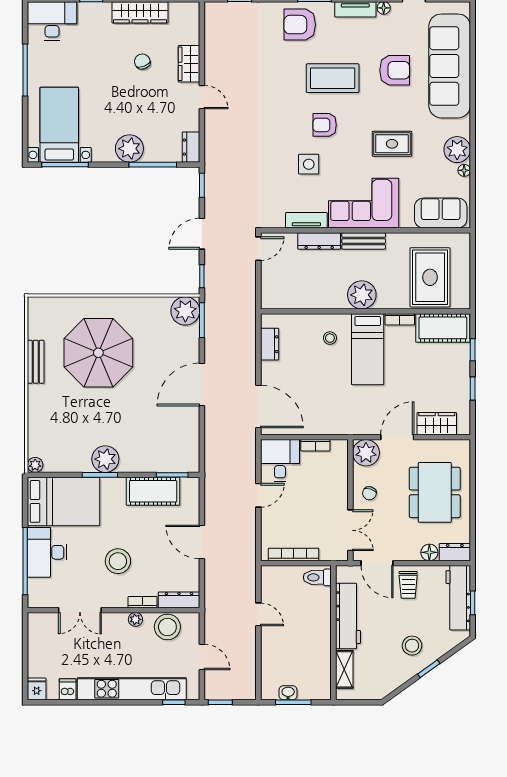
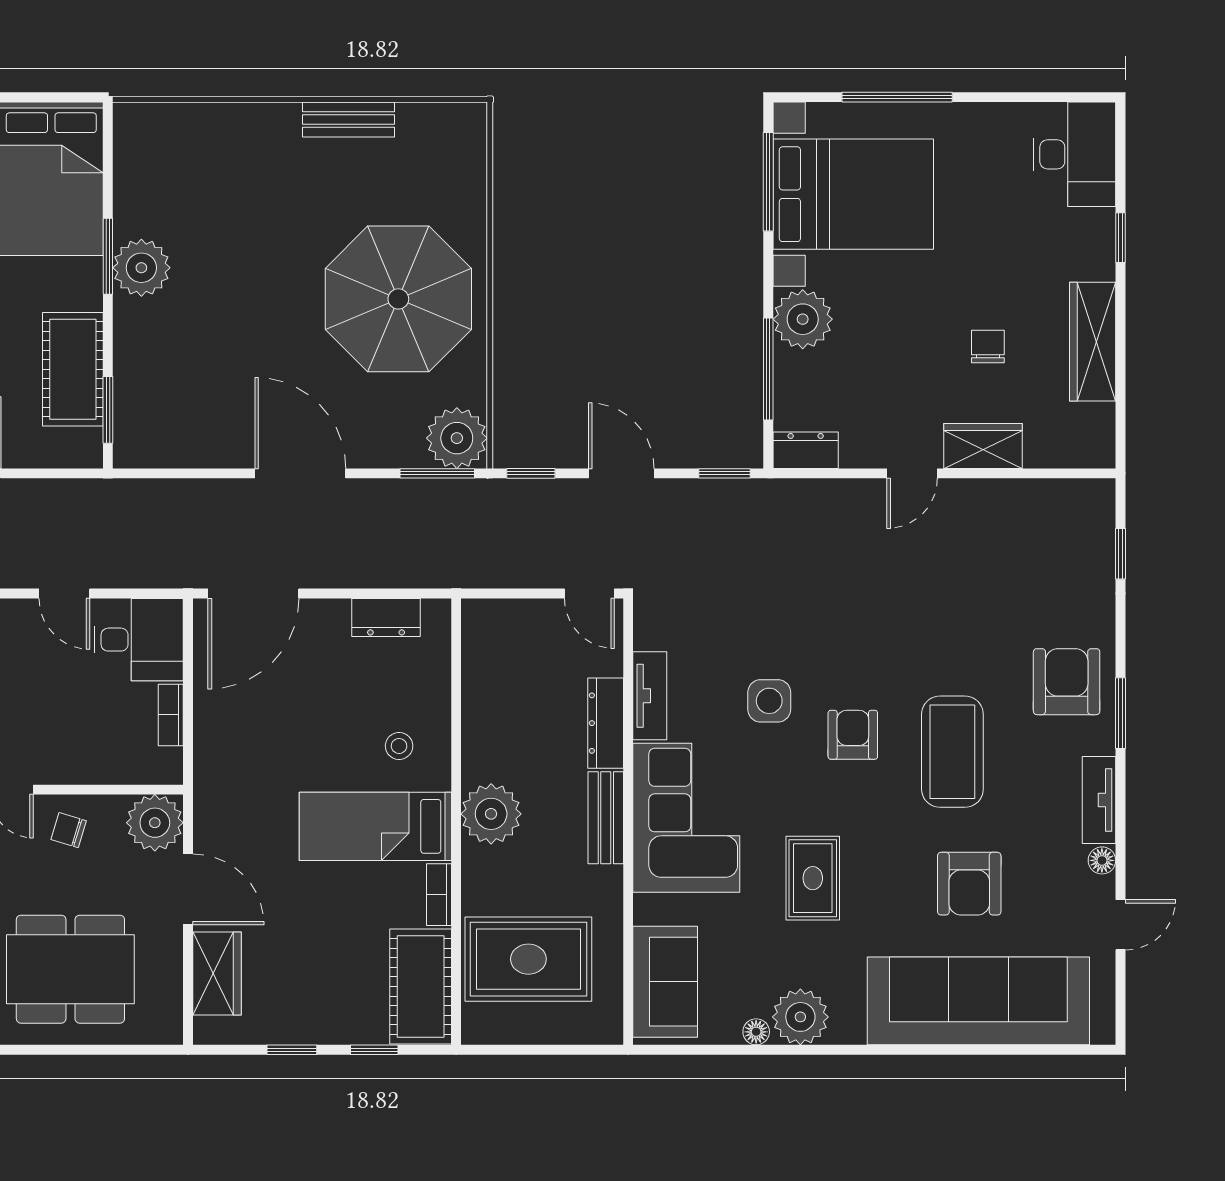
chair: (142, 62) -> (988, 346), turned -69
window: (25, 70) -> (897, 97), moved
bed with nightstands: (59, 125) -> (853, 194), width x1.36
parasol: (98, 353) -> (398, 299), moved
plant: (35, 465) -> (129, 118), removed

